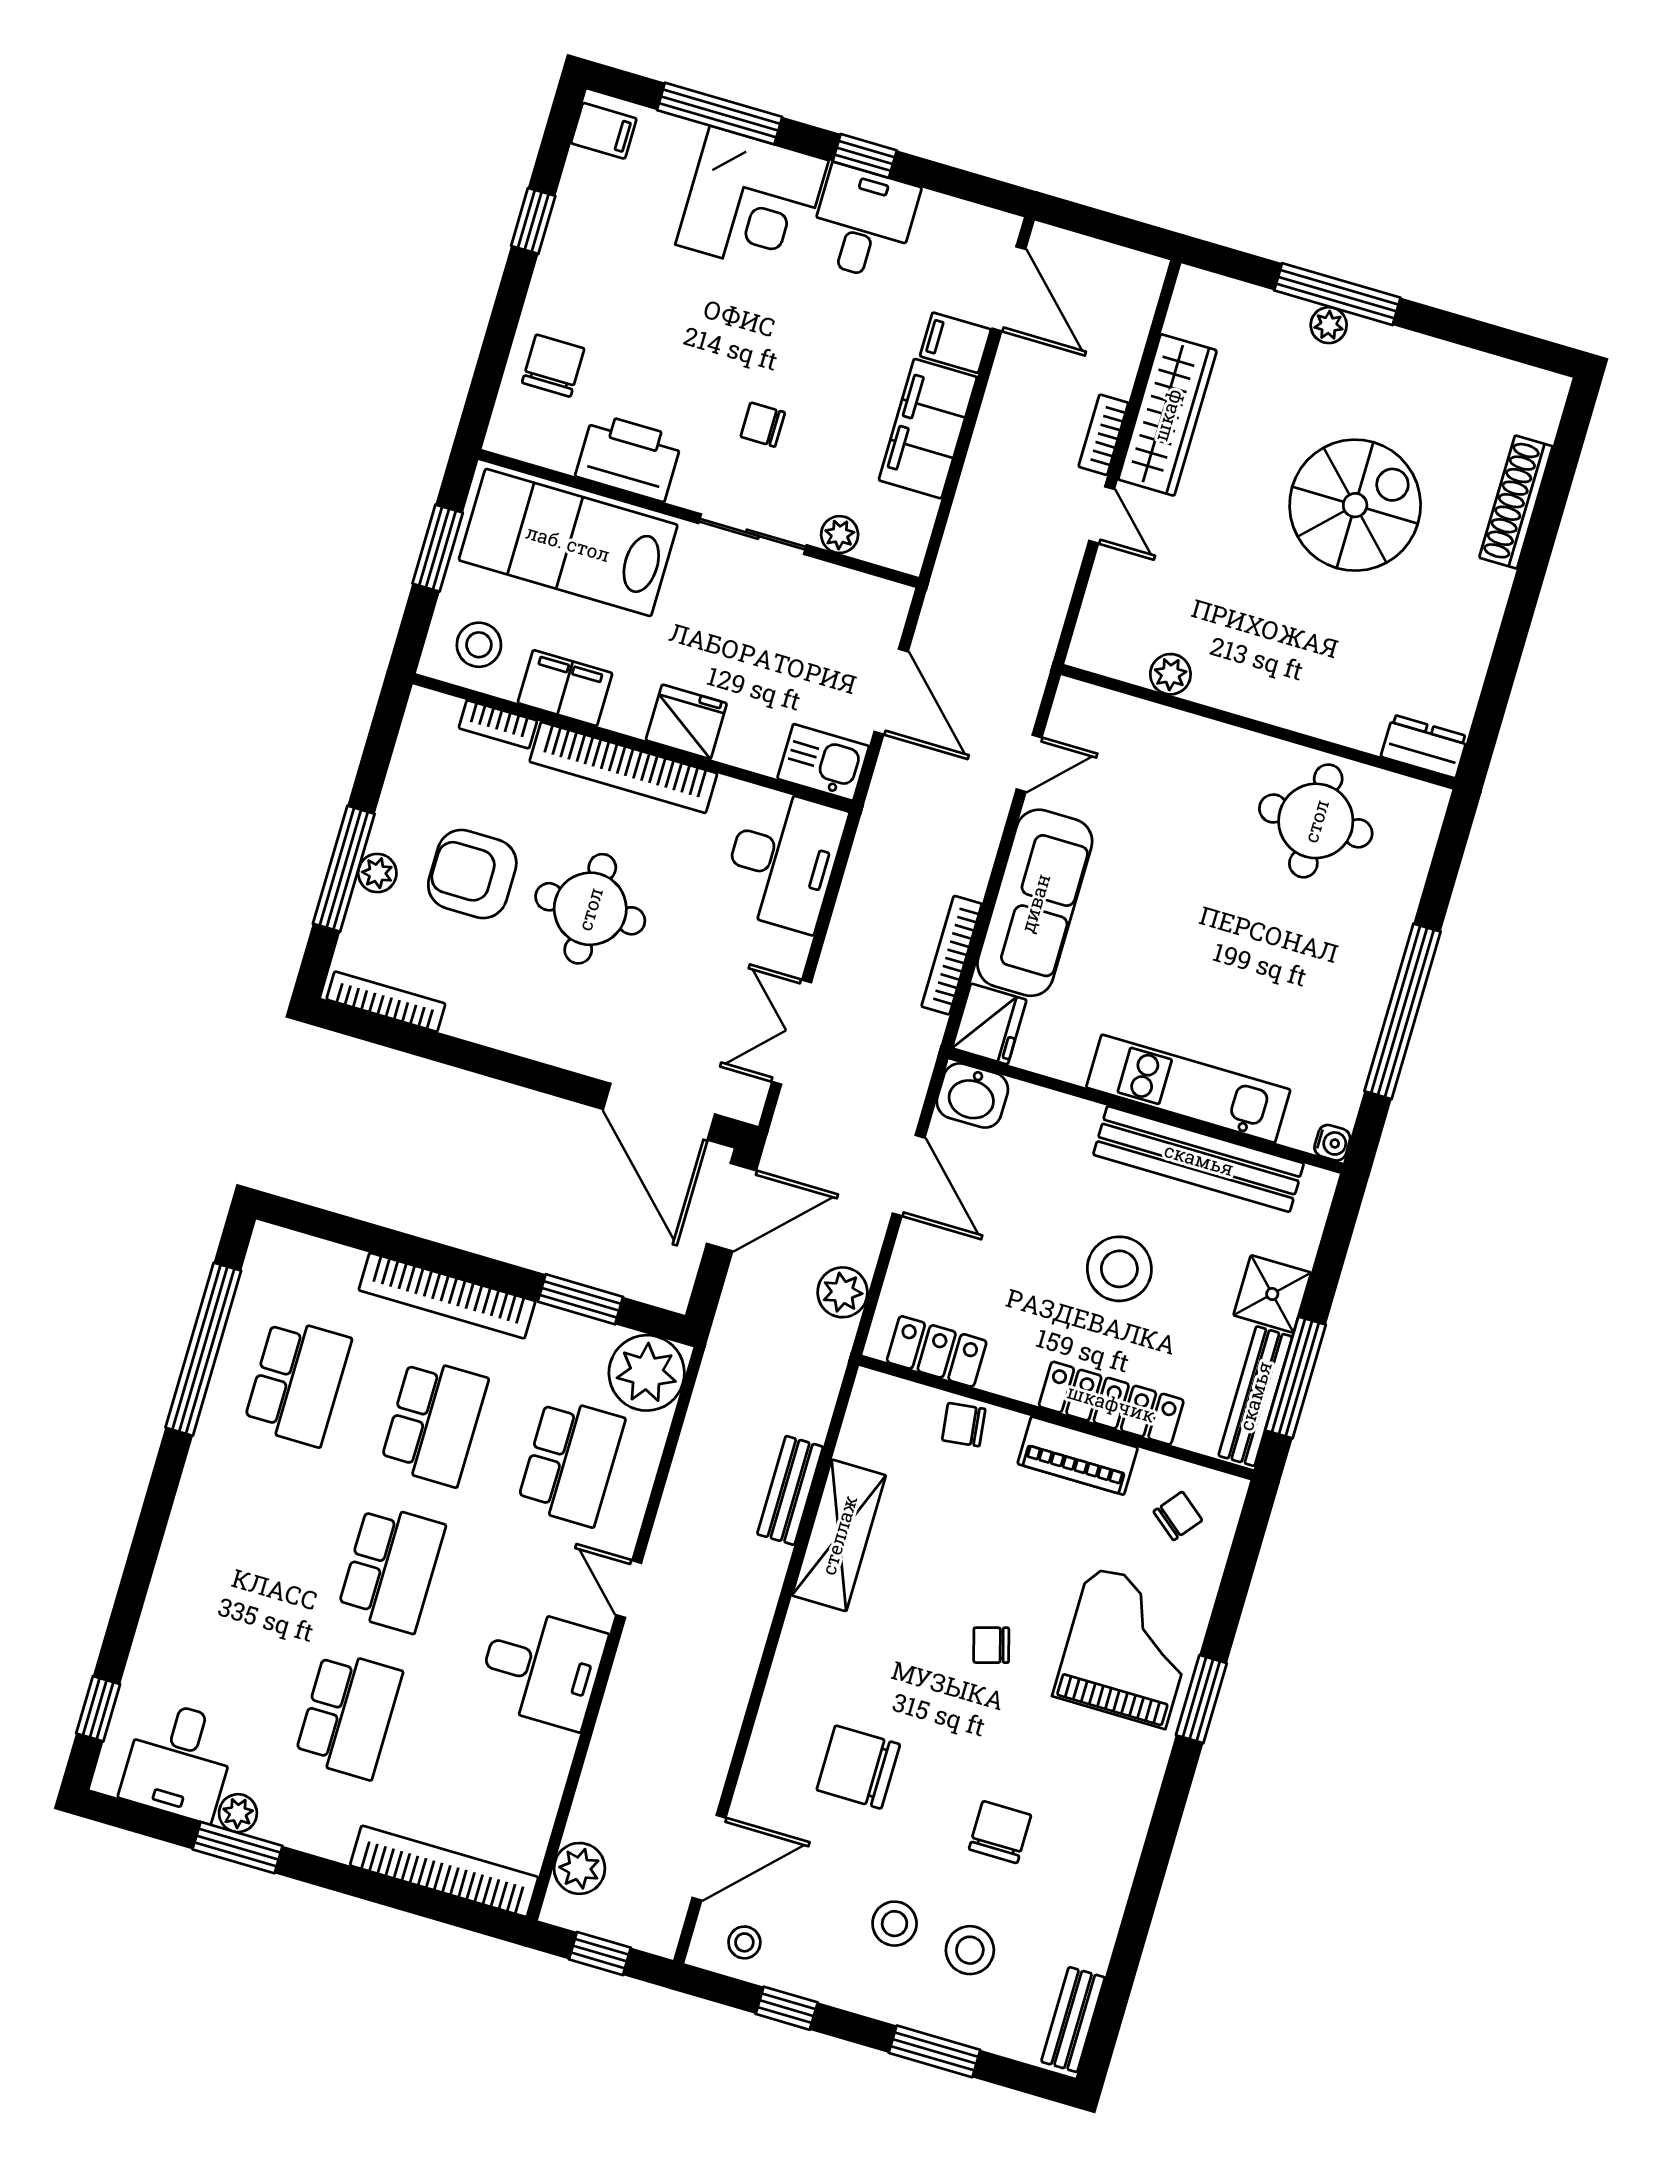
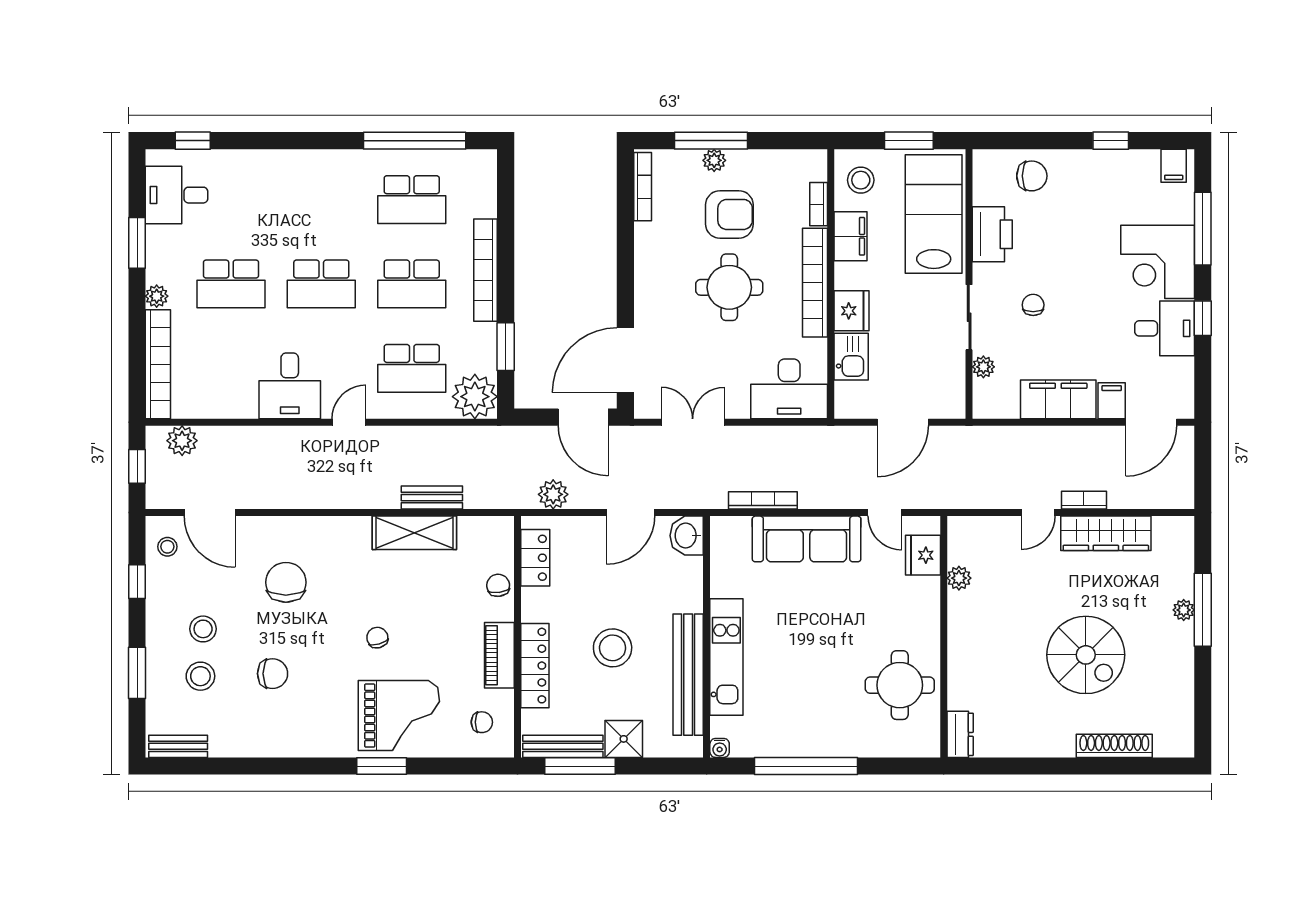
kitchen sink: (823, 762) -> (851, 357), moved
armchair: (472, 874) -> (729, 214), turned 90
fridge: (989, 1024) -> (923, 555), moved, turned 90
chair: (1178, 1516) -> (482, 722), turned -39
plant: (238, 1813) -> (157, 296), moved

